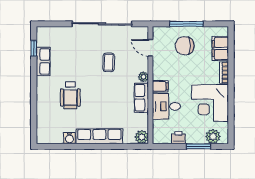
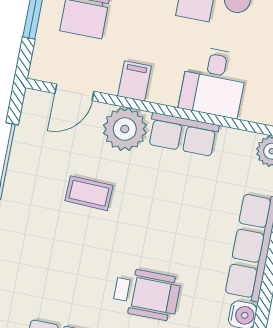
plant: (143, 77) -> (125, 129), width x1.88, depth x1.88
filing cabinet: (160, 86) -> (134, 81), moved

